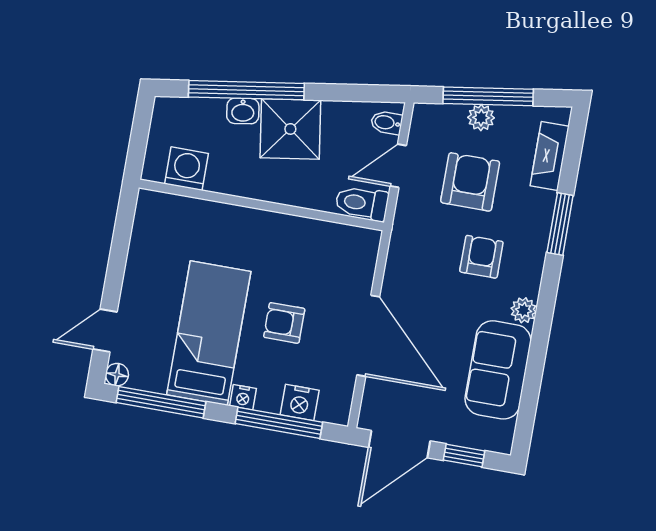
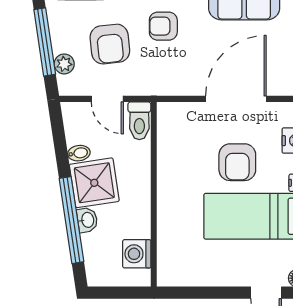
plant: (481, 118) -> (64, 64), moved
bidet: (387, 123) -> (79, 153), moved, turned -99
armchair: (470, 182) -> (110, 44), turned -96
armchair: (284, 323) -> (237, 162), width x1.38, depth x1.38

